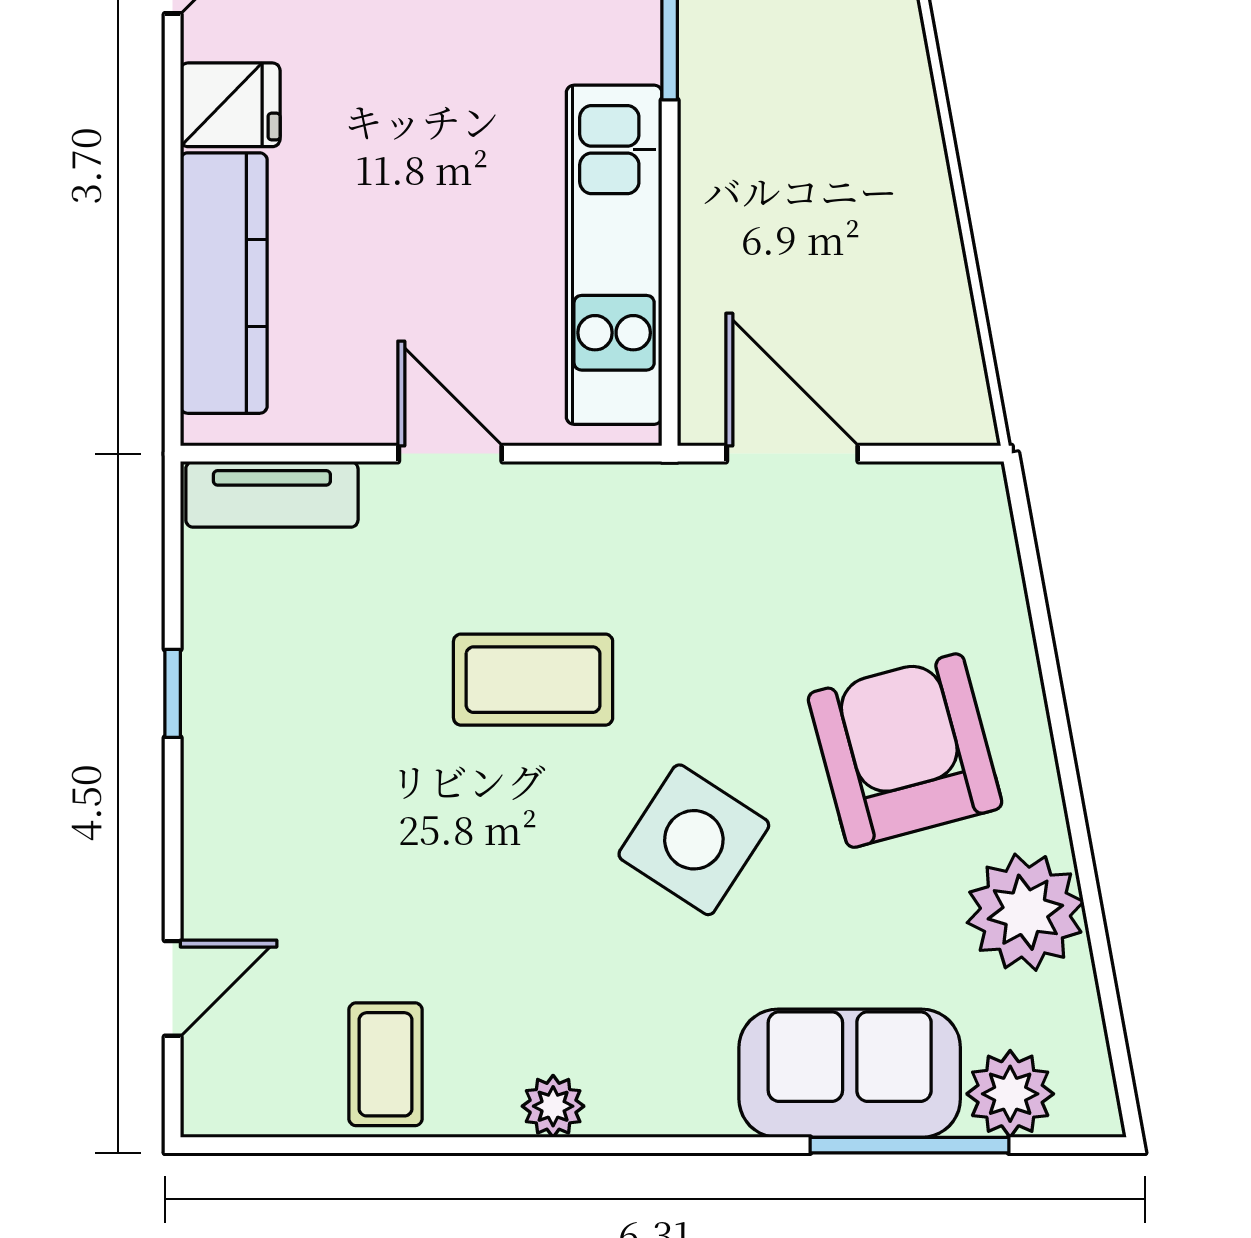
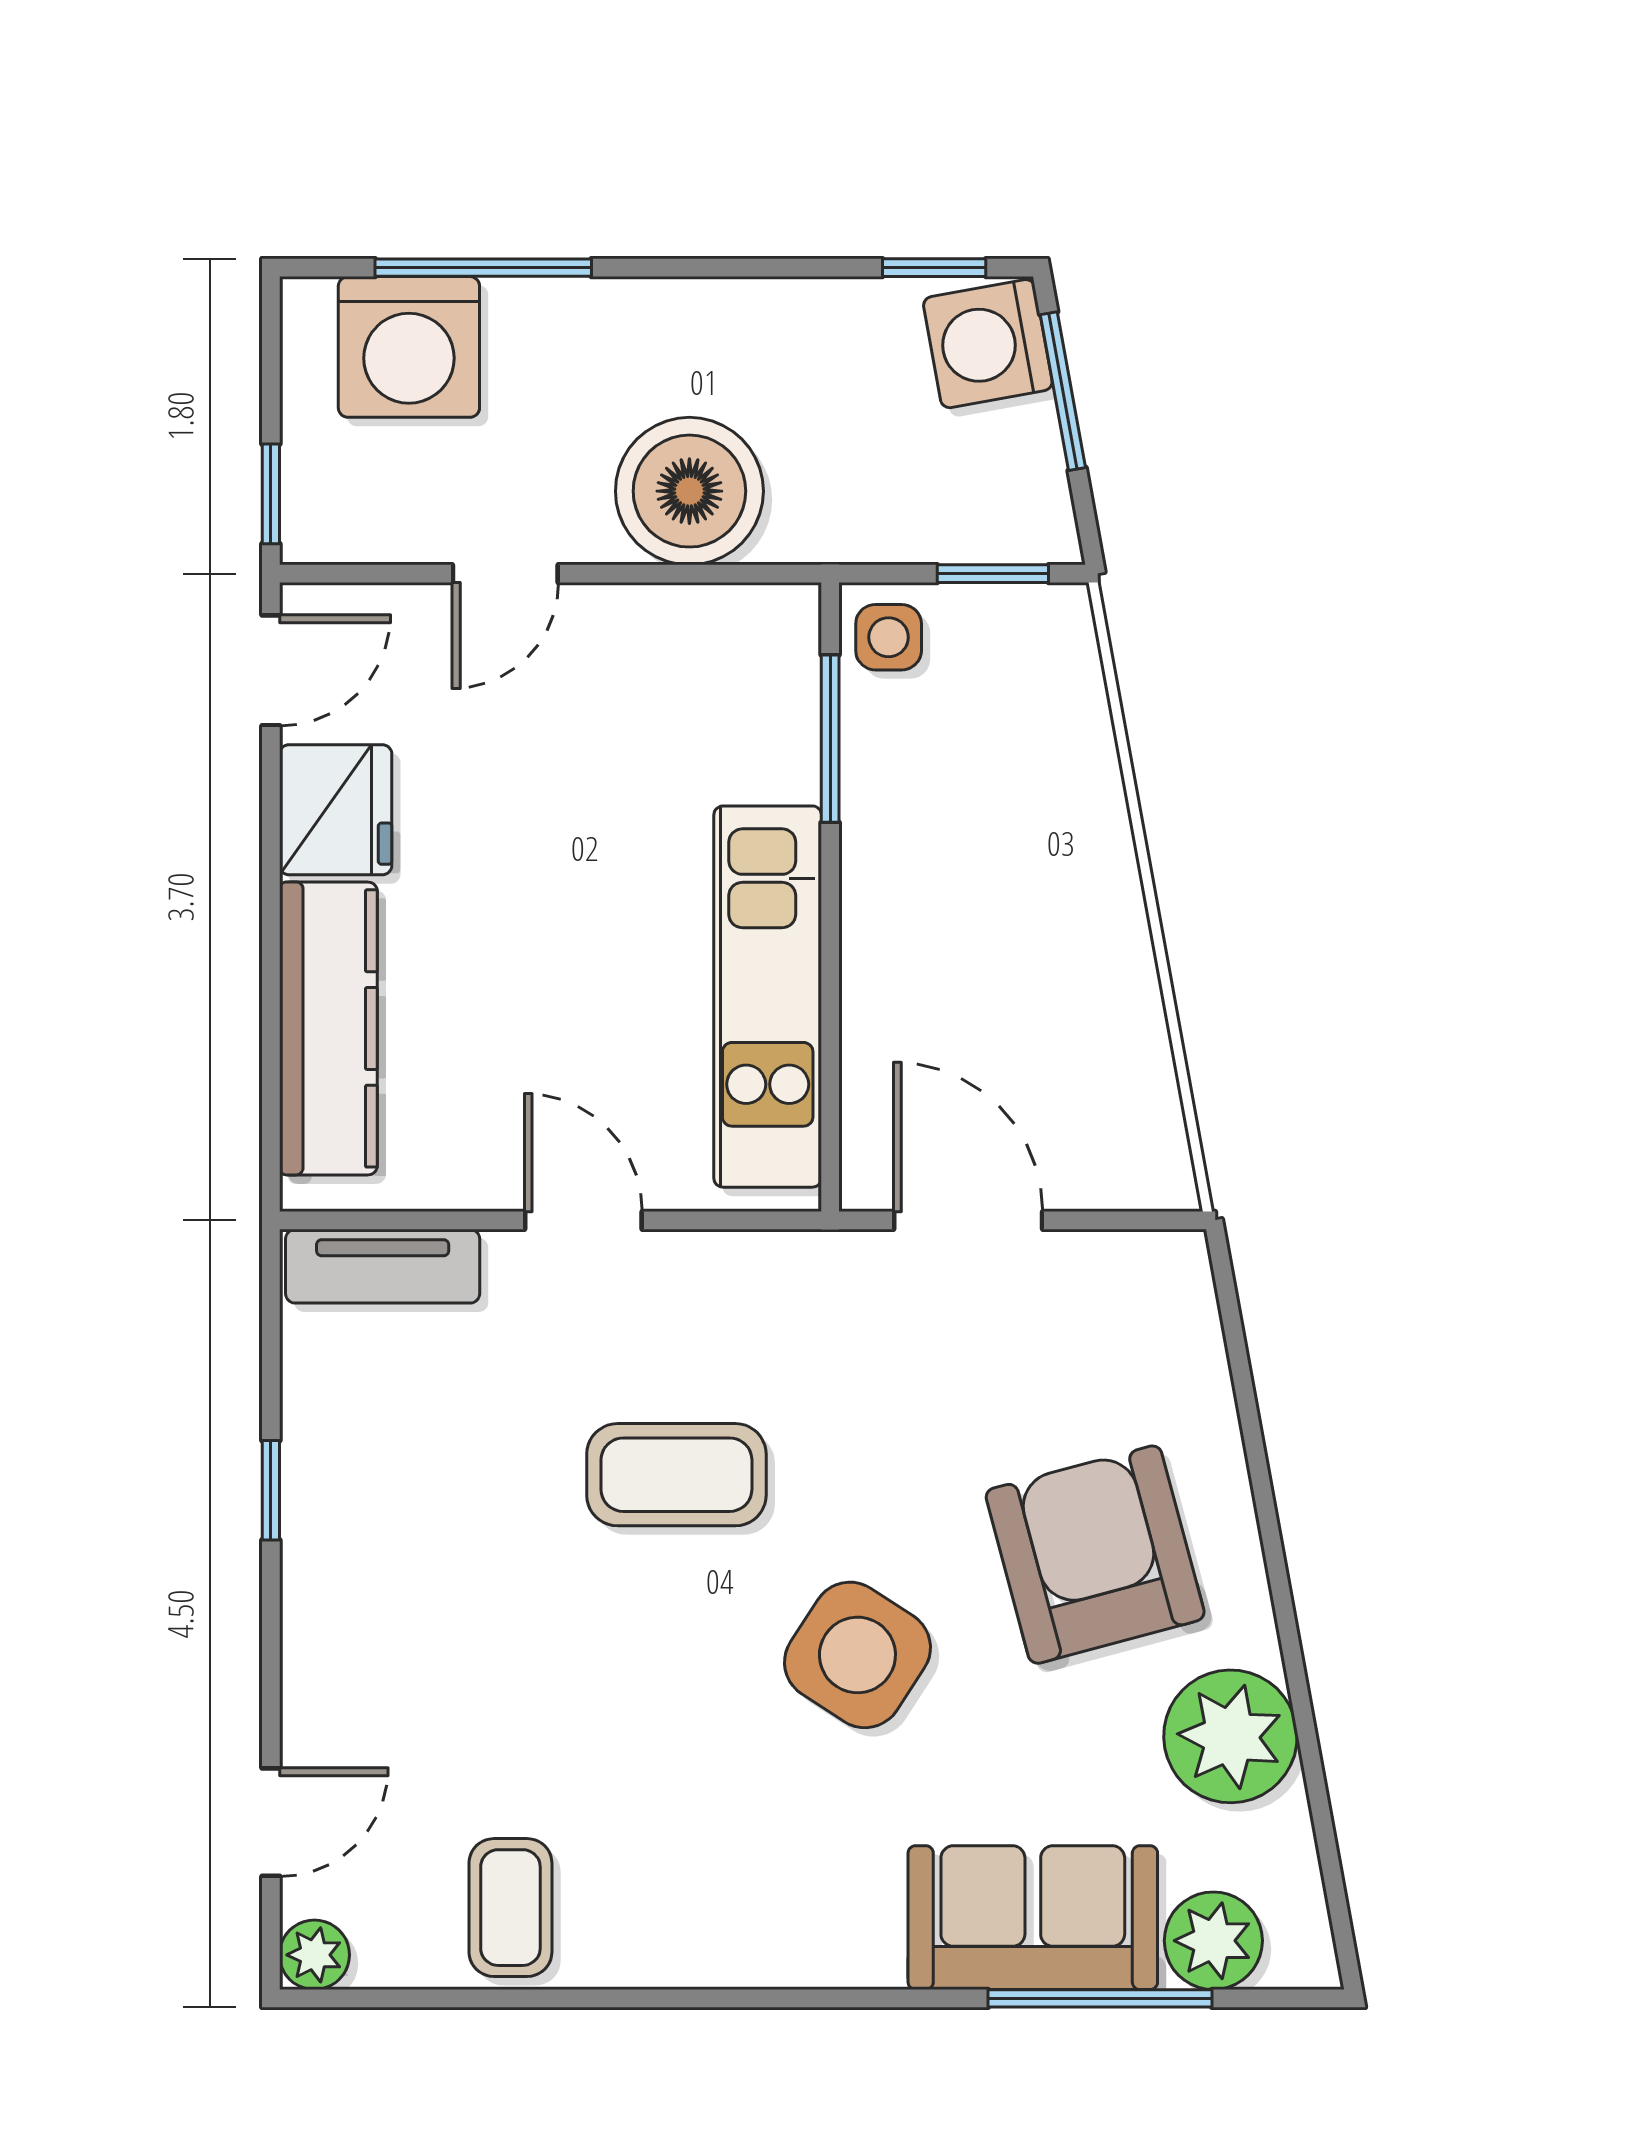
fridge: (230, 105) -> (336, 810), width x1.38
plant: (553, 1106) -> (314, 1955), moved

